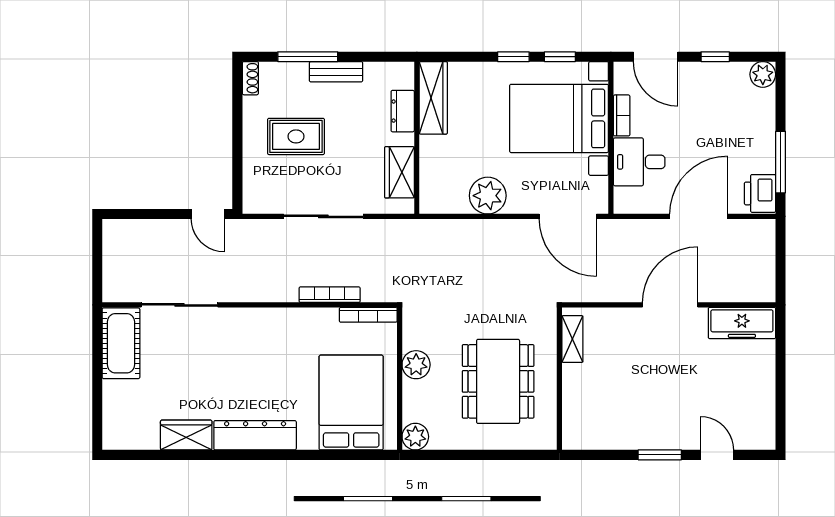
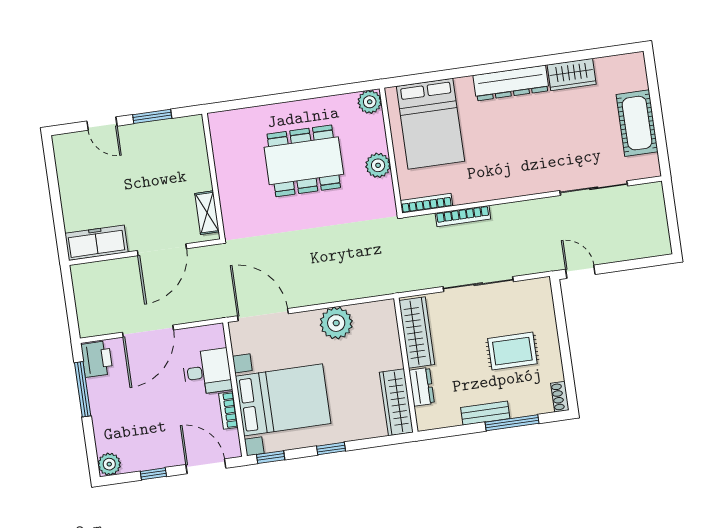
window: (560, 57) -> (271, 457), moved
wardrobe: (399, 172) -> (417, 332), width x1.50
shelving: (572, 339) -> (207, 213), moved
cot: (121, 343) -> (637, 123), moved
wall: (559, 379) -> (213, 176), moved
dining table: (498, 381) -> (304, 161), turned 90

